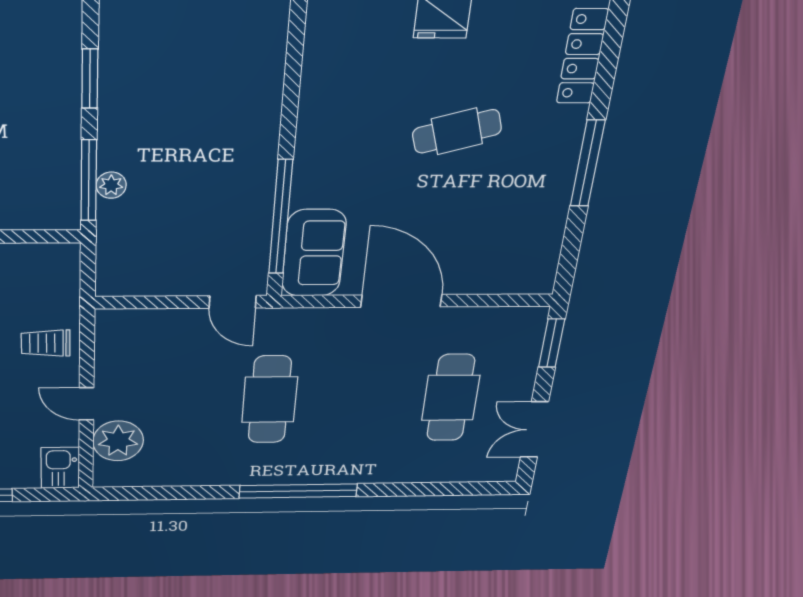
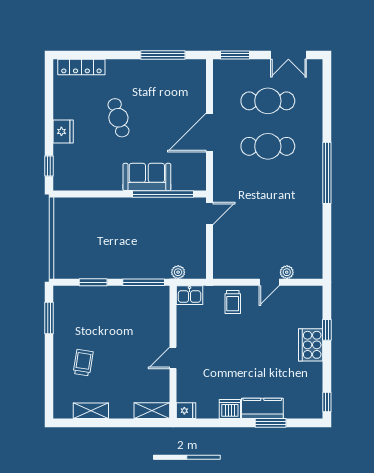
window: (588, 163) -> (163, 55), moved
plant: (111, 185) -> (178, 272), moved
sofa: (314, 253) -> (147, 177), moved
cafe table: (270, 400) -> (268, 146), moved
plant: (118, 441) -> (287, 272), width x0.53, depth x0.53
kitchen sink: (60, 468) -> (189, 295), moved

